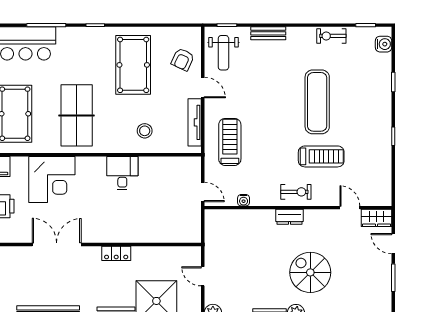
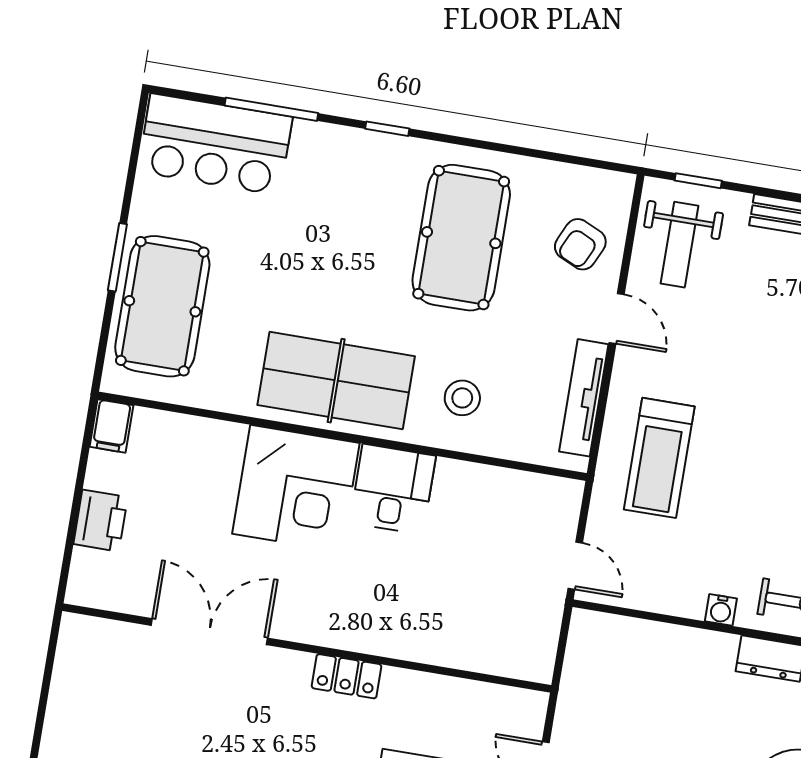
table tennis table: (77, 115) -> (336, 381), moved, turned 90
treadmill: (230, 142) -> (659, 458), turned 180
corner desk: (52, 179) -> (296, 488), moved
water cooler: (244, 200) -> (721, 610), moved

